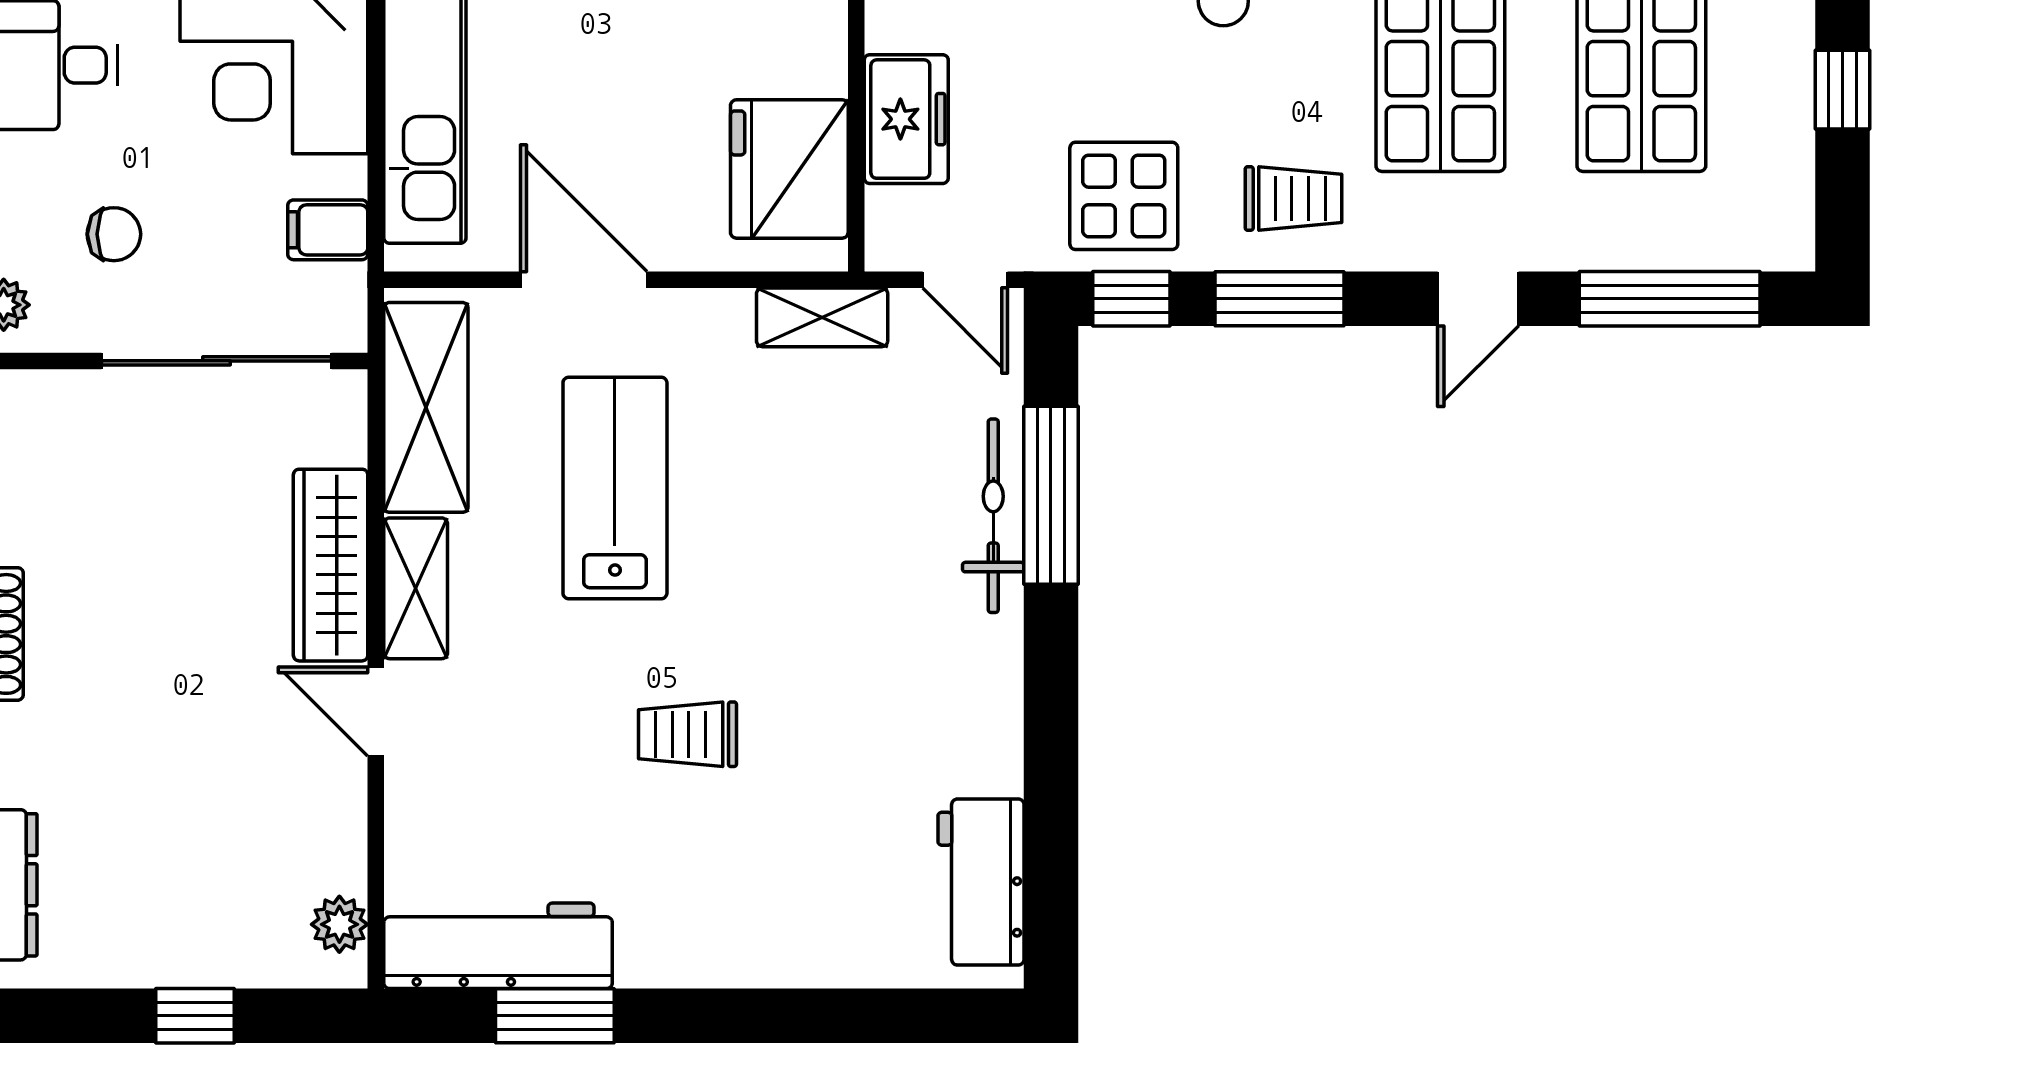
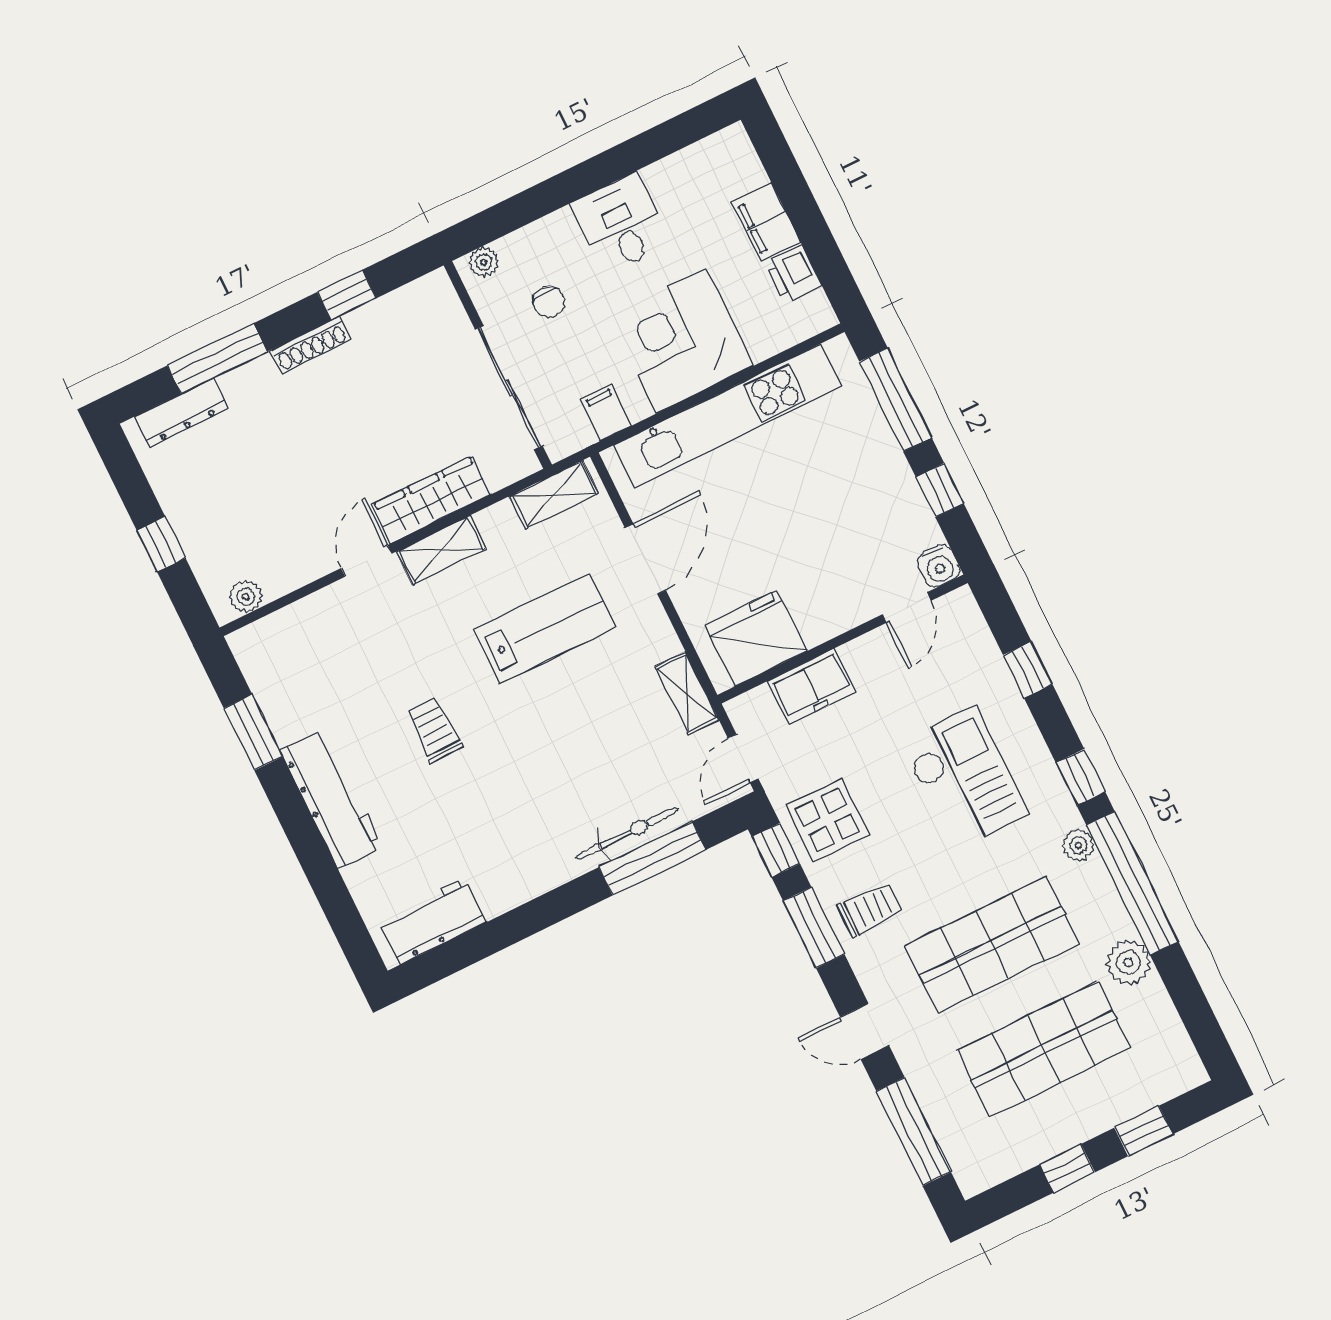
trolley: (1293, 198) -> (870, 909), turned -90
shelving: (426, 407) -> (554, 495), width x0.67, depth x0.75
workbench: (498, 946) -> (331, 799), moved

